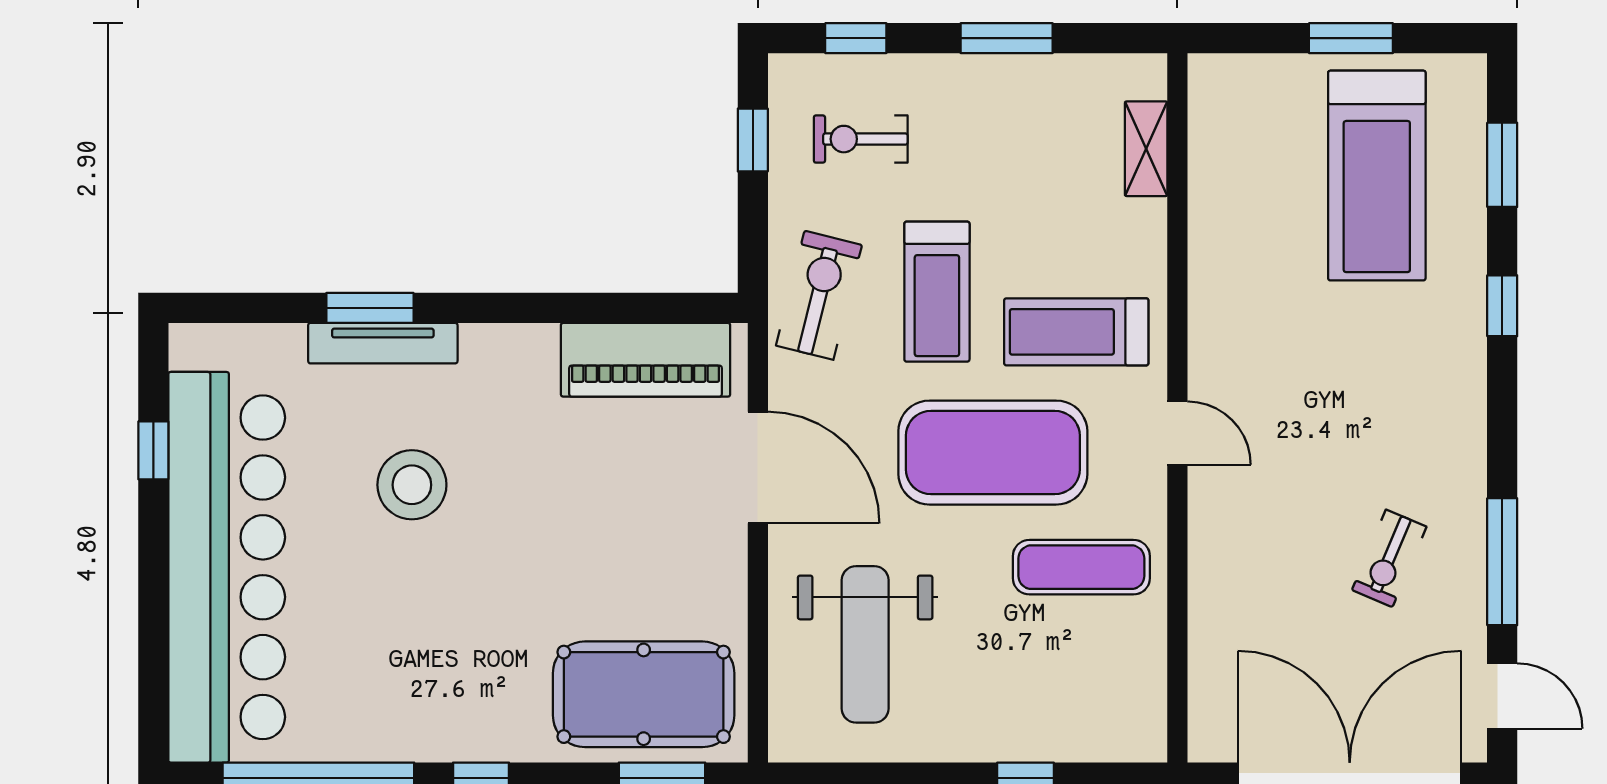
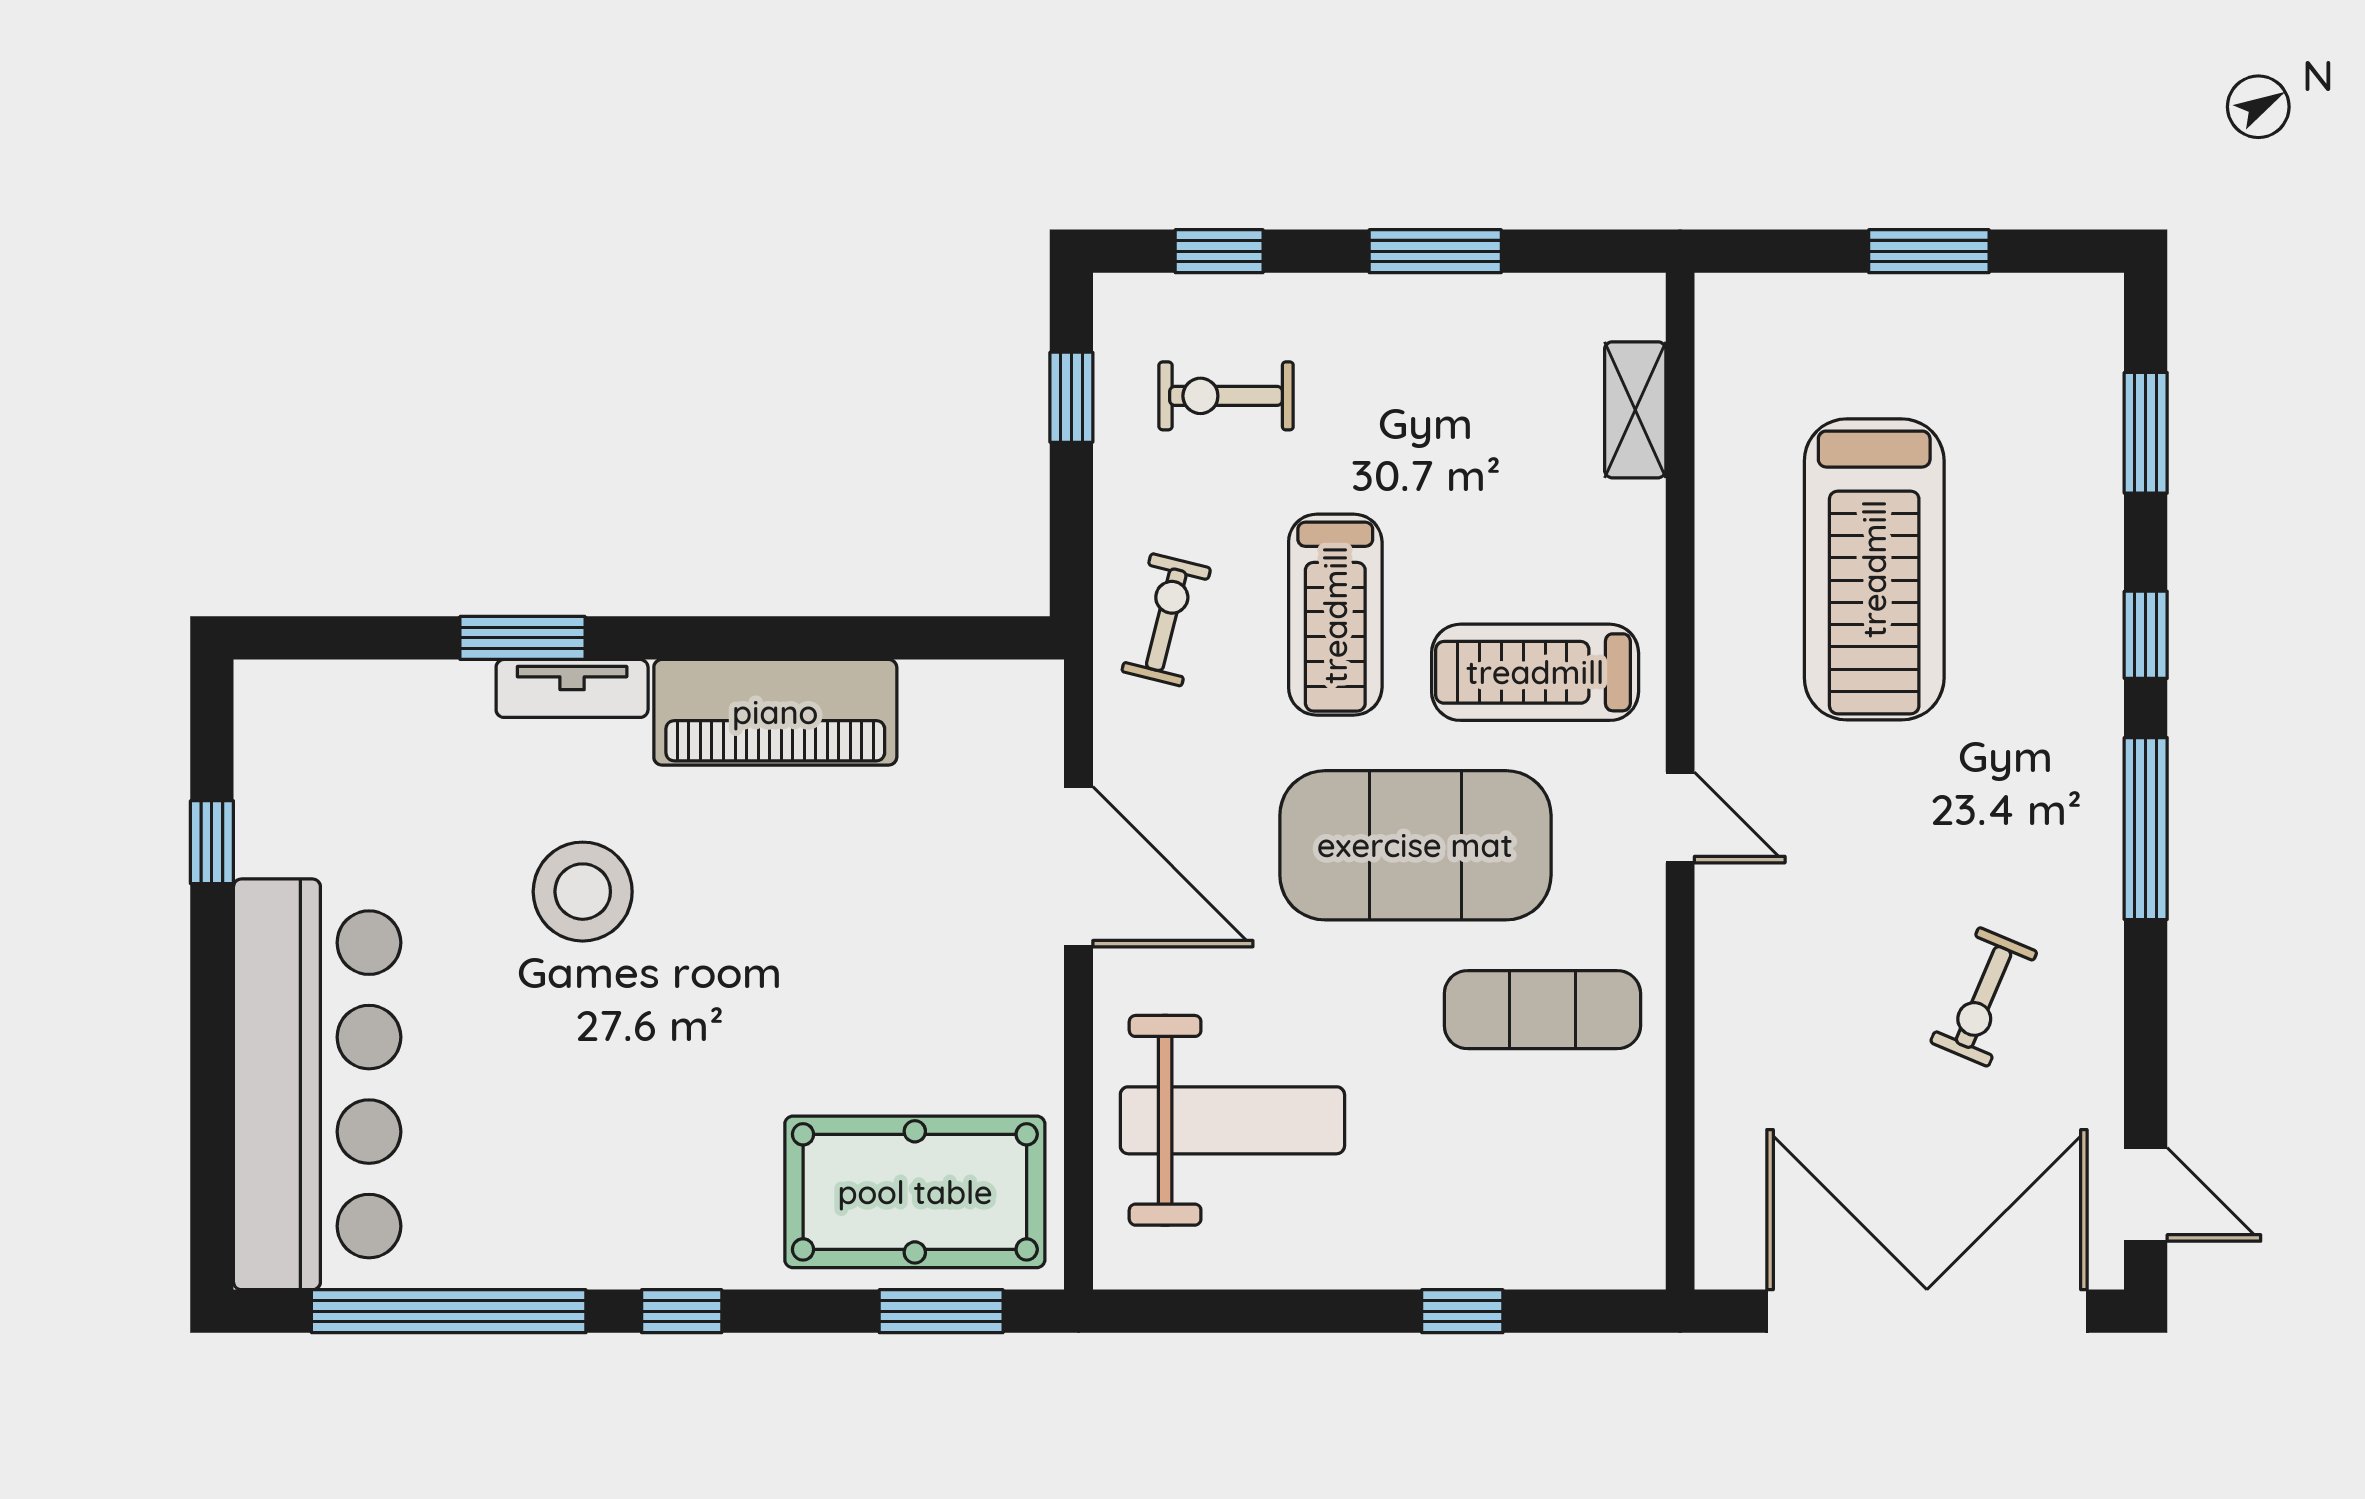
treadmill: (1377, 176) -> (1874, 569), moved
exercise bike: (819, 295) -> (1166, 620), width x0.73, depth x0.72
tv unit: (383, 343) -> (572, 688), width x0.71
piano: (646, 360) -> (775, 712), moved
window: (1502, 562) -> (2146, 829), moved
bar counter: (227, 567) -> (317, 1084), width x0.73
weight bench: (865, 644) -> (1232, 1120), turned -90

